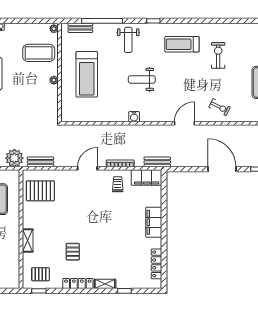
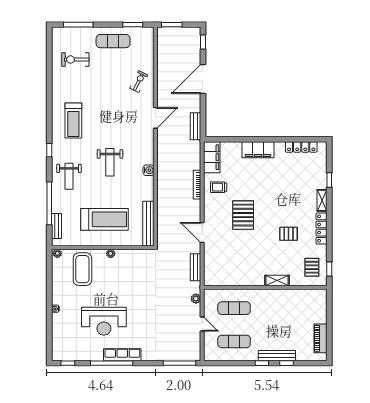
weight bench: (128, 40) -> (69, 176), turned 90
exercise bike: (218, 55) -> (75, 59), moved
bench: (82, 116) -> (148, 224), added
door: (185, 123) -> (155, 118), swing flipped
plant: (14, 158) -> (196, 299), width x0.53, depth x0.53
bench: (157, 162) -> (196, 126), moved
door: (87, 168) -> (202, 233), moved
pallet: (40, 191) -> (243, 215), moved

